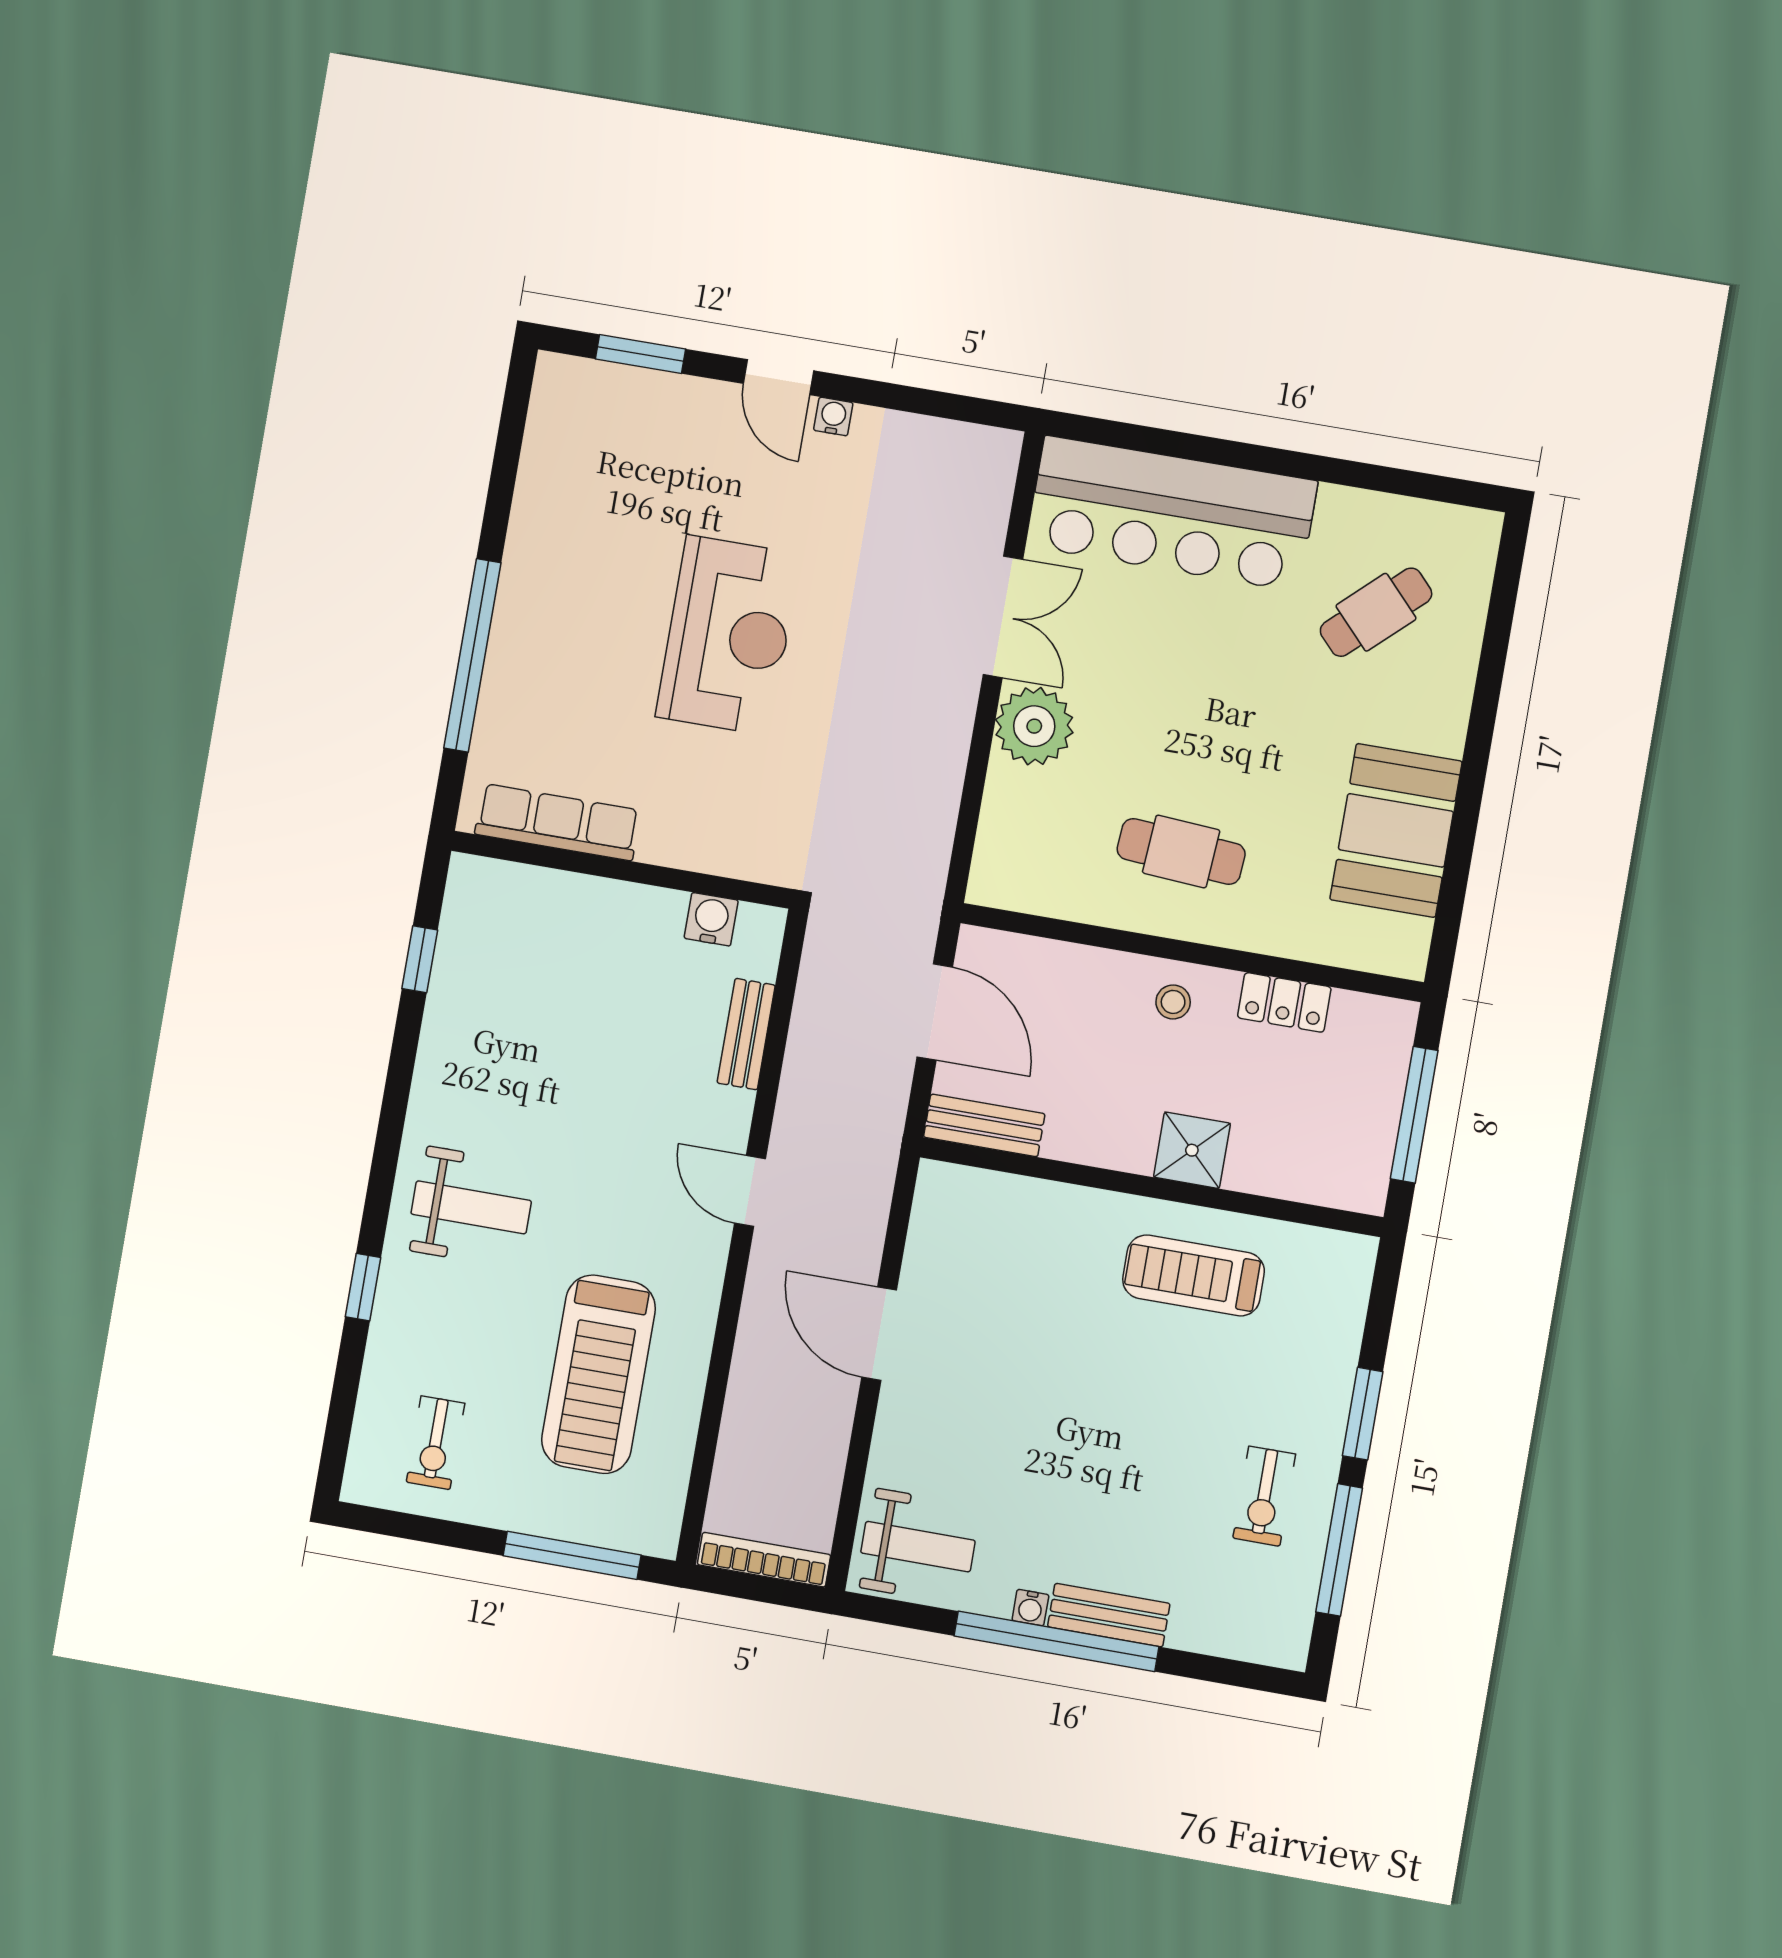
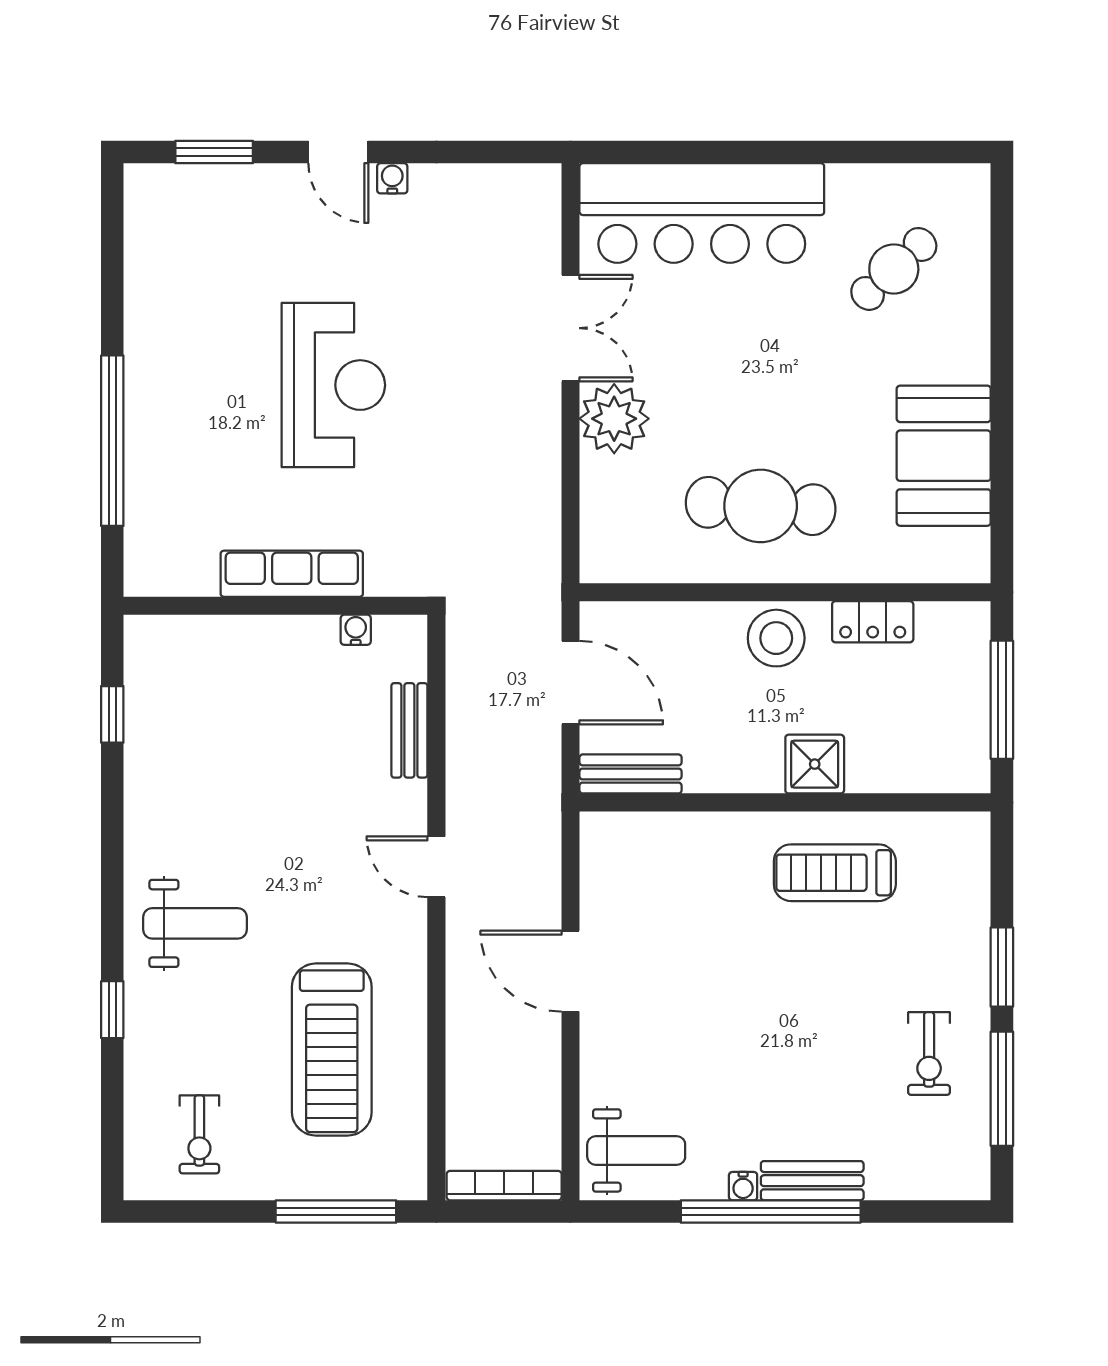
row of seats: (558, 822) -> (292, 574), moved
cafe table: (1181, 851) -> (761, 506), width x1.37, depth x1.35
water cooler: (711, 919) -> (356, 630), width x0.72, depth x0.72
stool: (1173, 1002) -> (776, 638), width x1.89, depth x1.89

